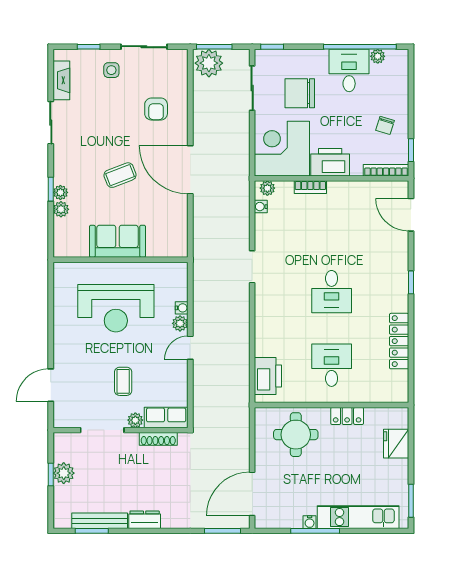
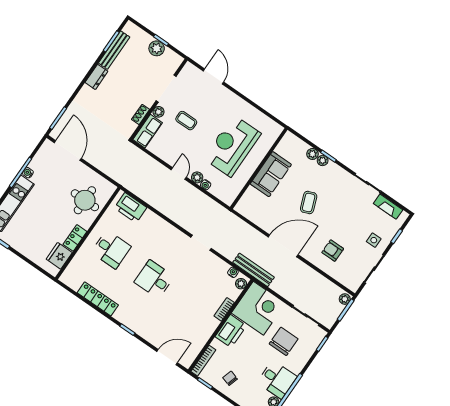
plant: (209, 63) -> (345, 299), width x0.53, depth x0.53
bench: (242, 185) -> (253, 270), added
shoe rack: (158, 439) -> (141, 114), width x0.70
fridge: (396, 444) -> (59, 256), moved, turned -90

